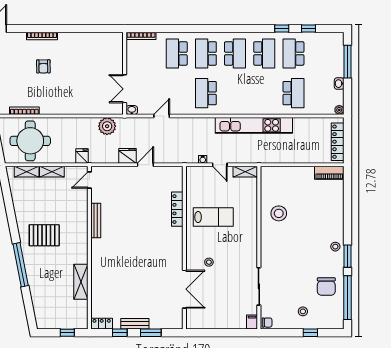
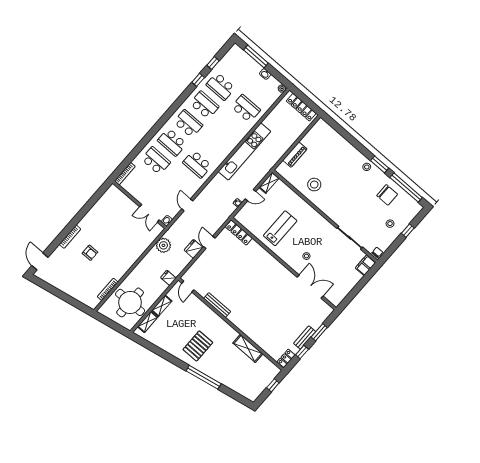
school desk: (177, 53) -> (156, 161), turned 180
piano: (329, 173) -> (295, 155), moved
locker: (177, 209) -> (239, 232), moved
filing cabinet: (252, 322) -> (366, 265), width x2.00

